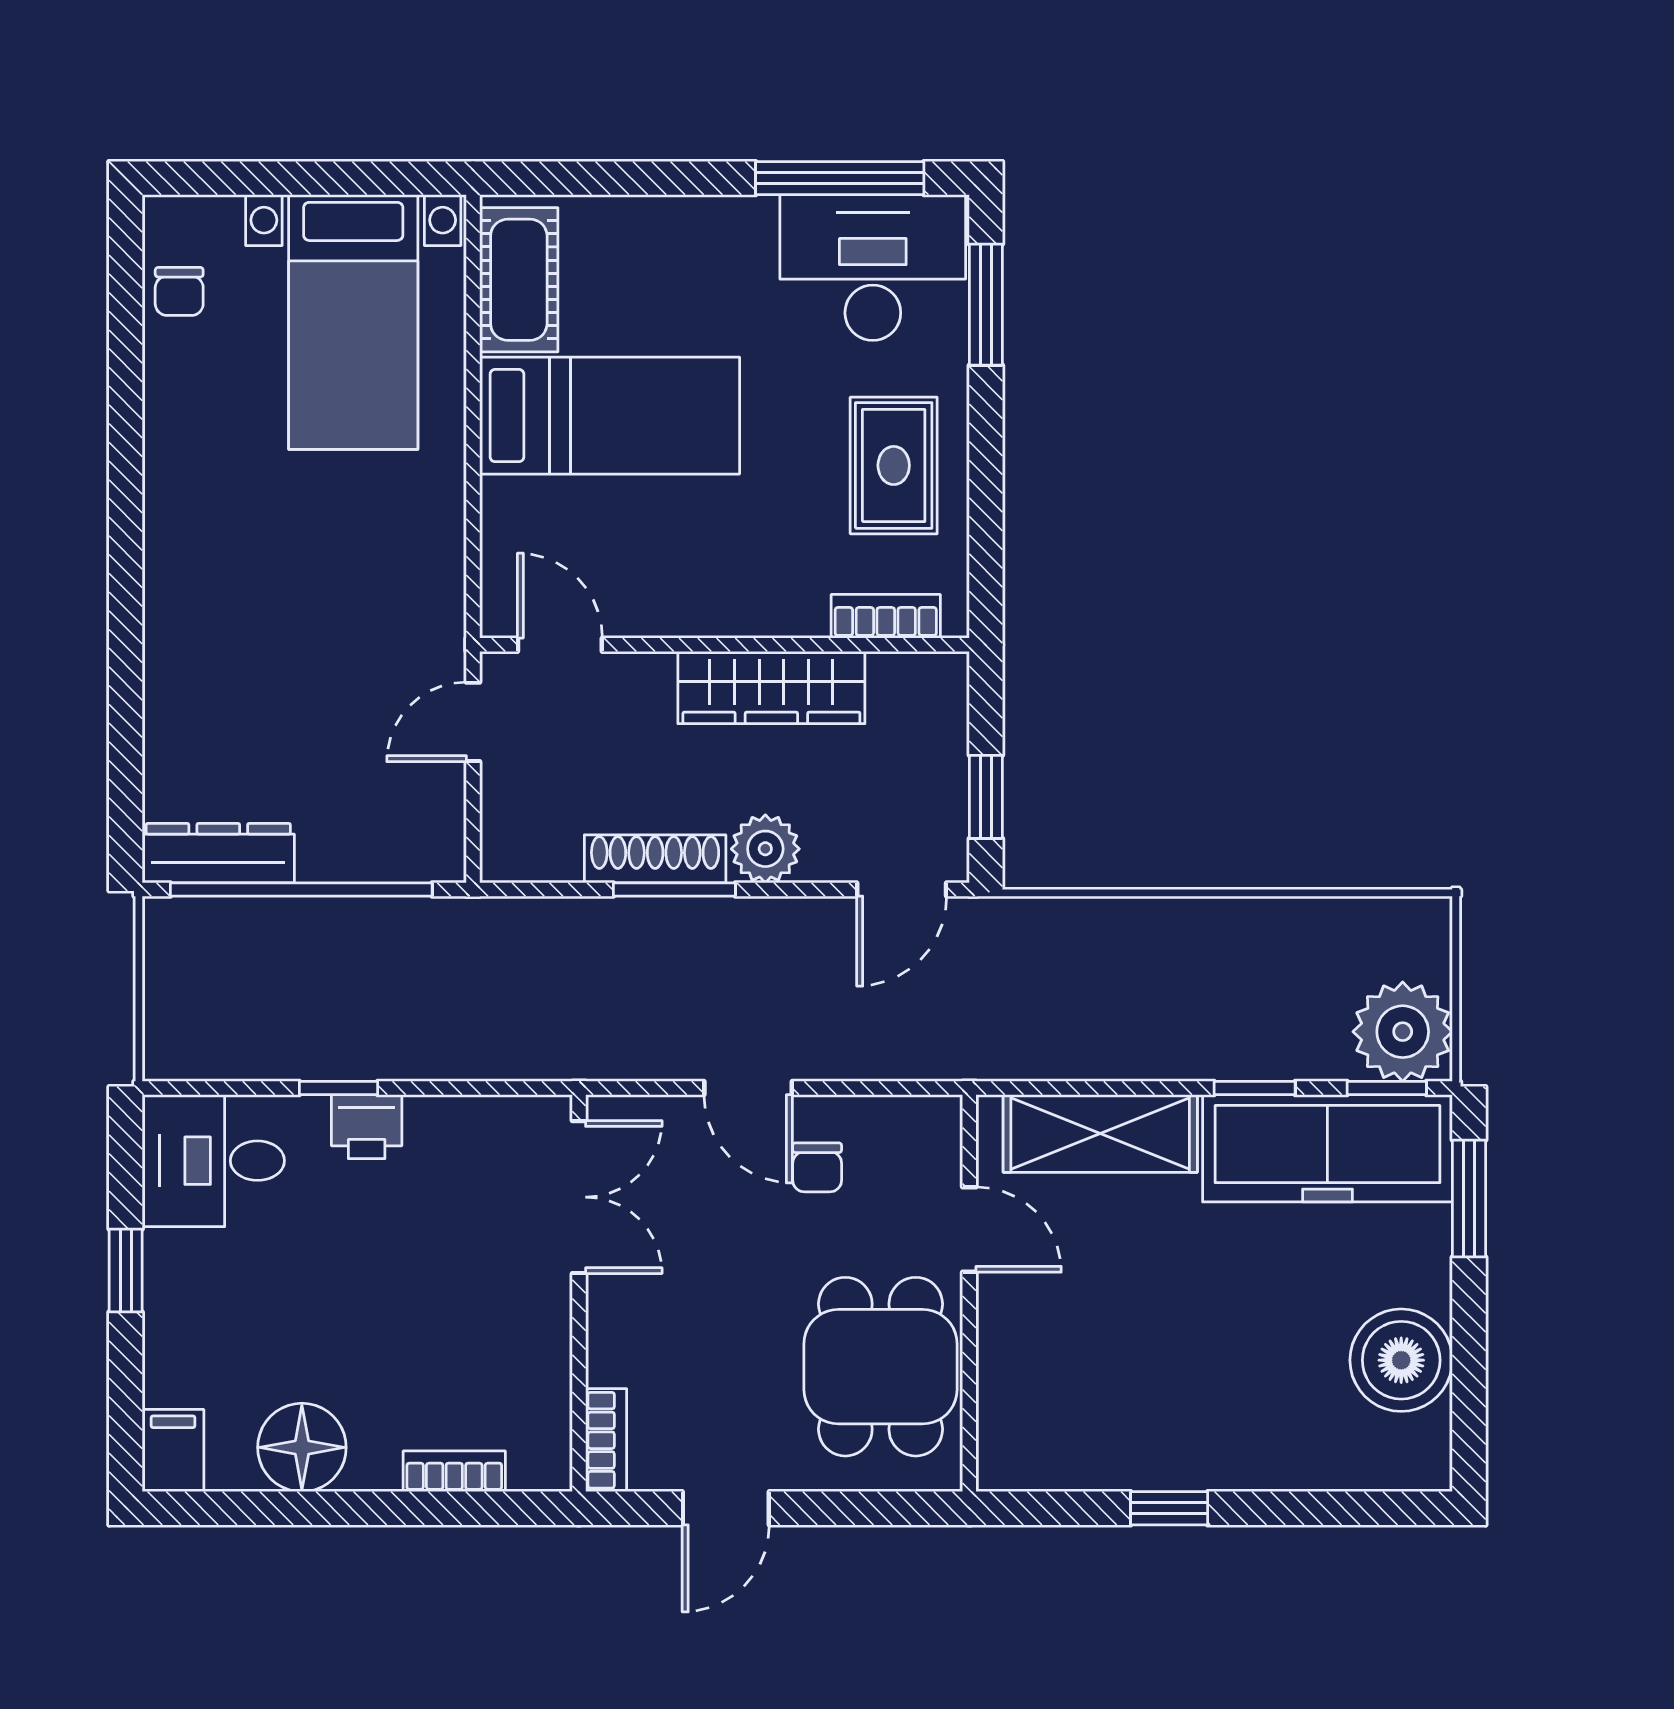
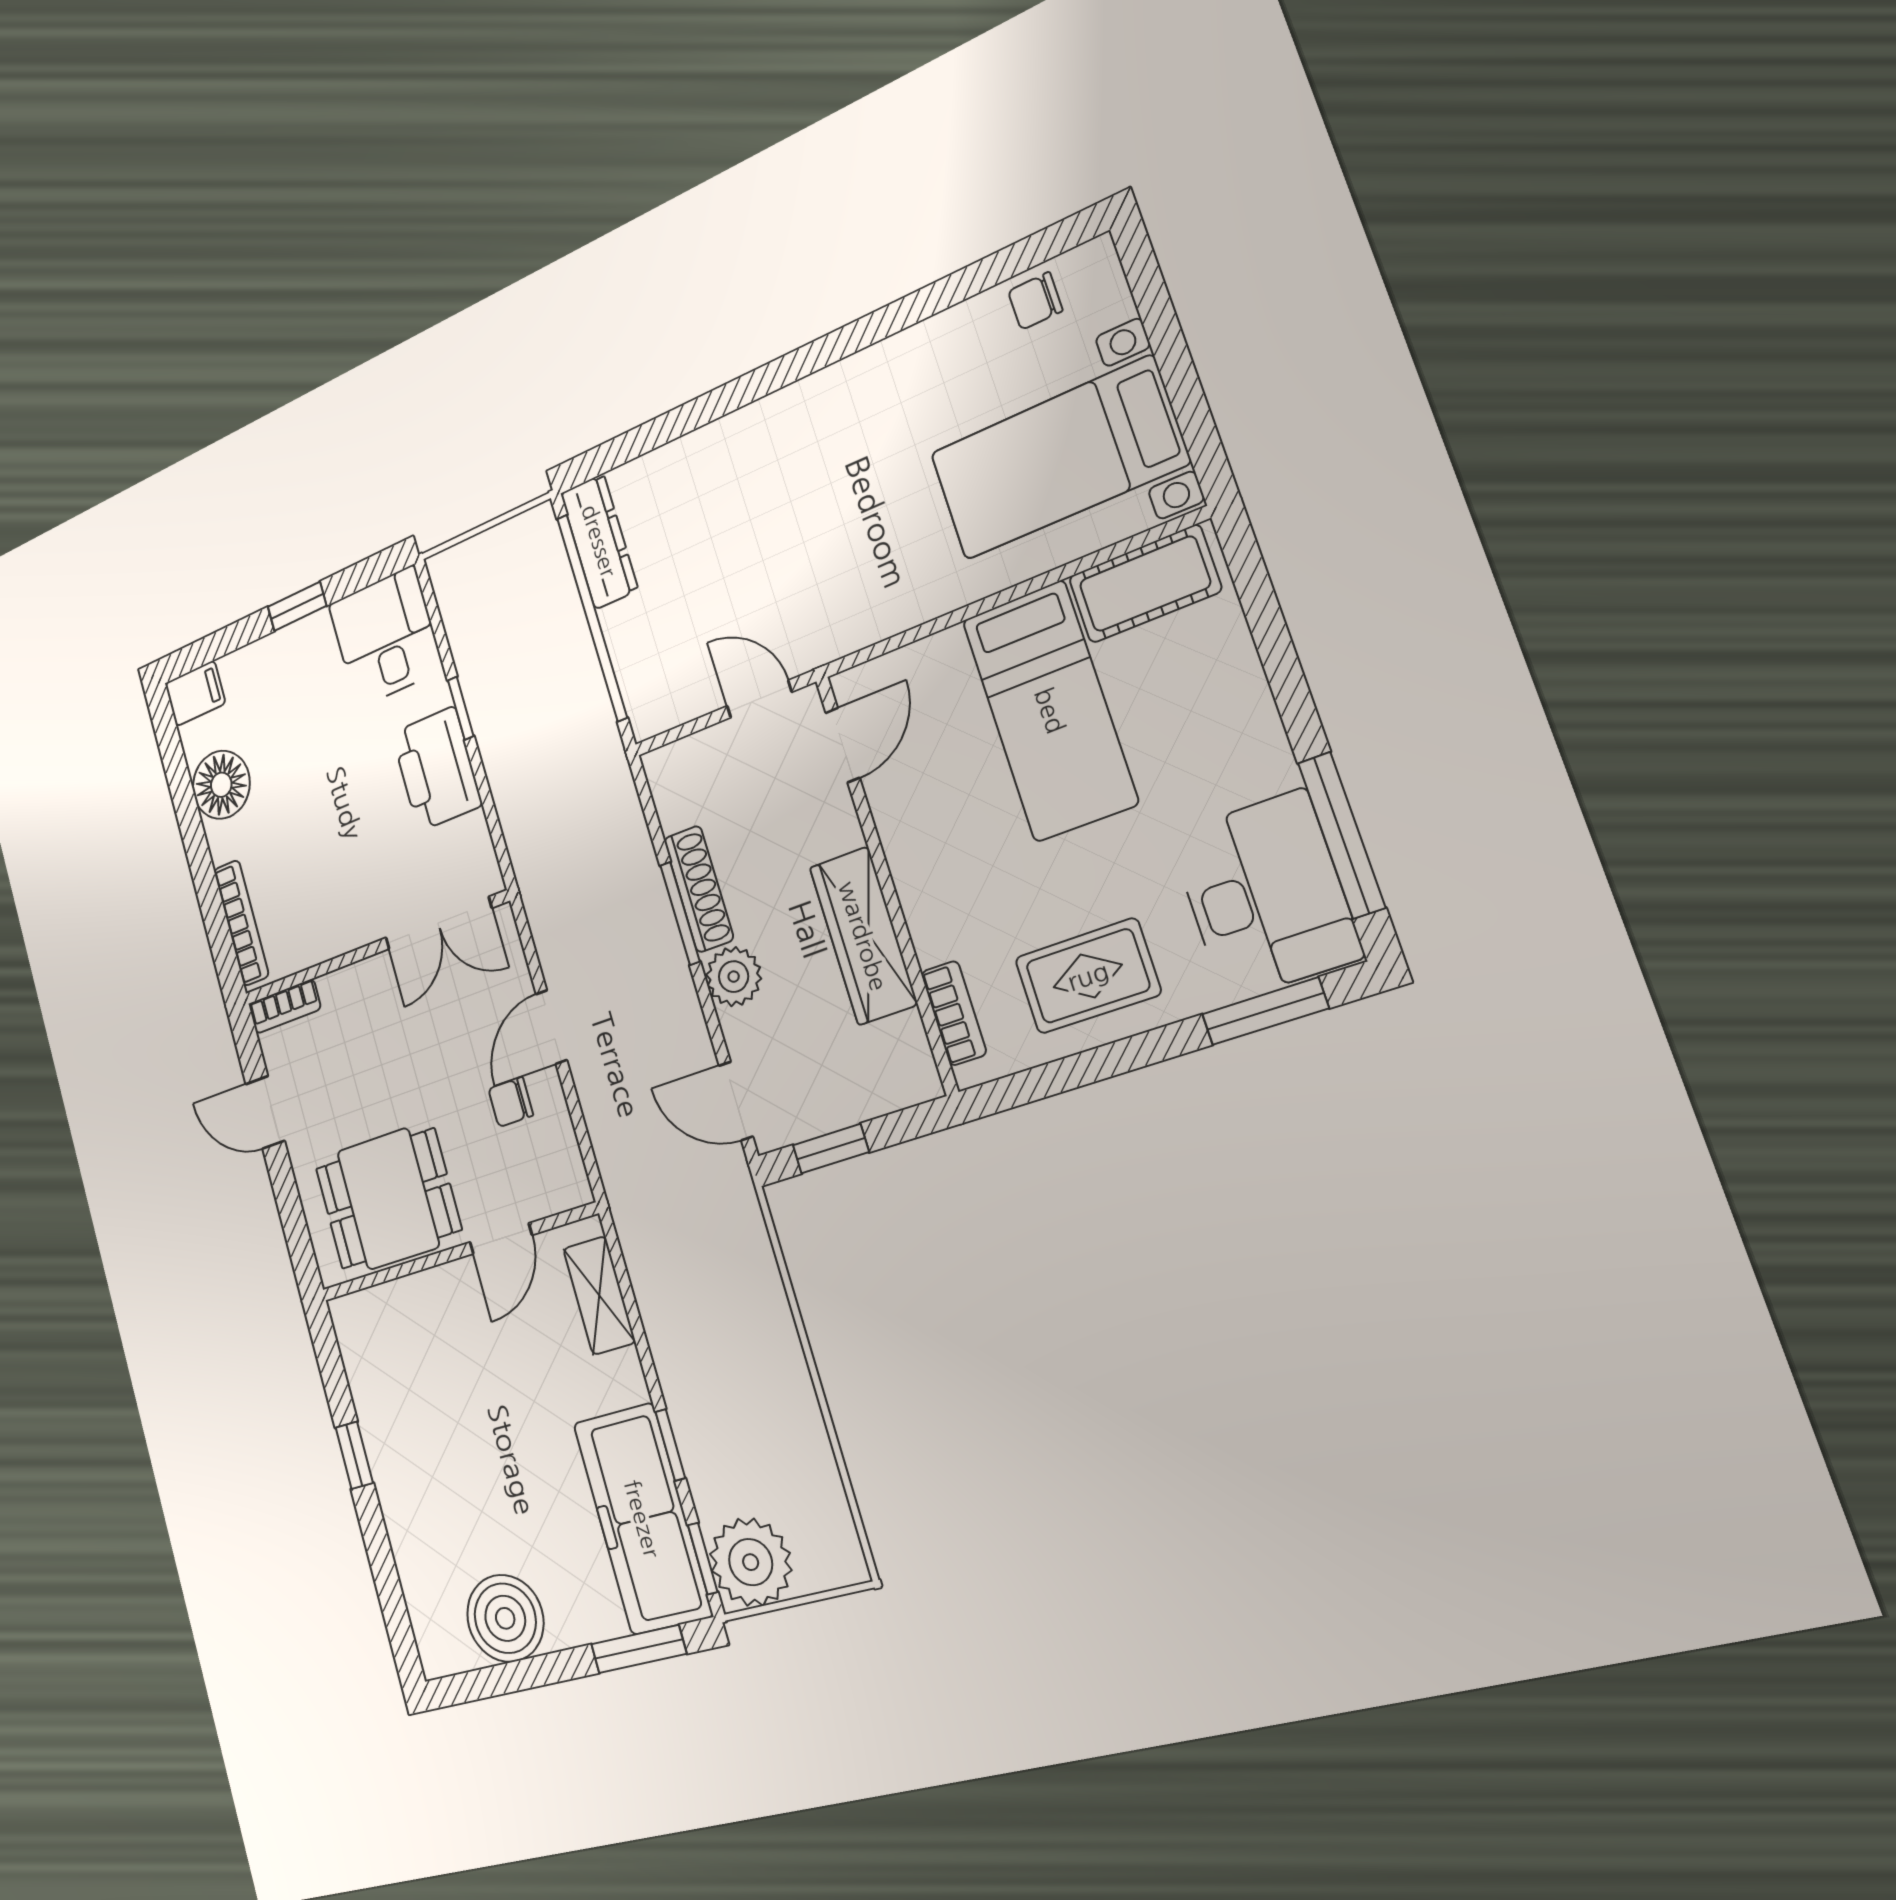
printer: (367, 1127) -> (437, 769), width x1.87, depth x1.48
shelving: (1100, 1133) -> (599, 1295), width x0.67, depth x0.75
bookcase: (454, 1471) -> (241, 923), width x1.56

